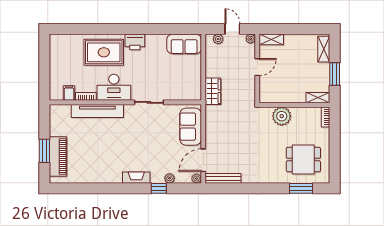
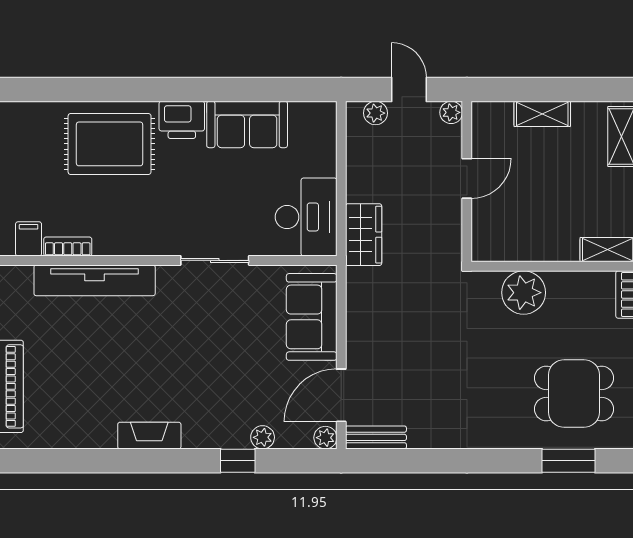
shelving: (271, 39) -> (542, 114), moved
sofa: (184, 44) -> (247, 124), moved
desk: (114, 87) -> (306, 217), moved, turned -90
fireplace: (136, 178) -> (149, 436), moved
bench: (223, 178) -> (376, 437), width x0.73

